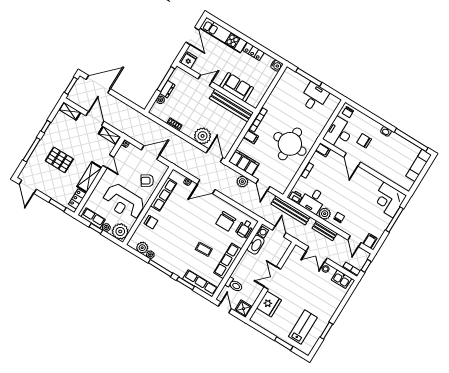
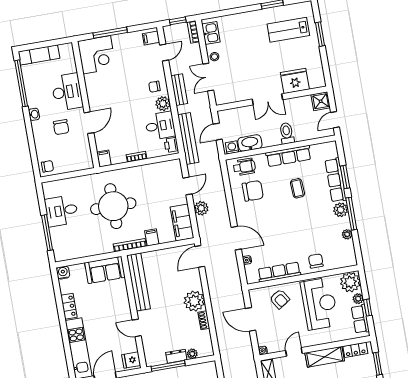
sofa: (237, 87) -> (105, 270), moved, turned -90
desk: (339, 133) -> (67, 92), moved, turned -90
plant: (203, 136) -> (194, 301), moved
round table: (290, 144) -> (113, 206), moved
plant: (142, 248) -> (341, 210), moved
double door: (317, 254) -> (208, 77), swing flipped
row of seats: (200, 283) -> (336, 180), moved
toilet: (234, 285) -> (287, 133), moved

